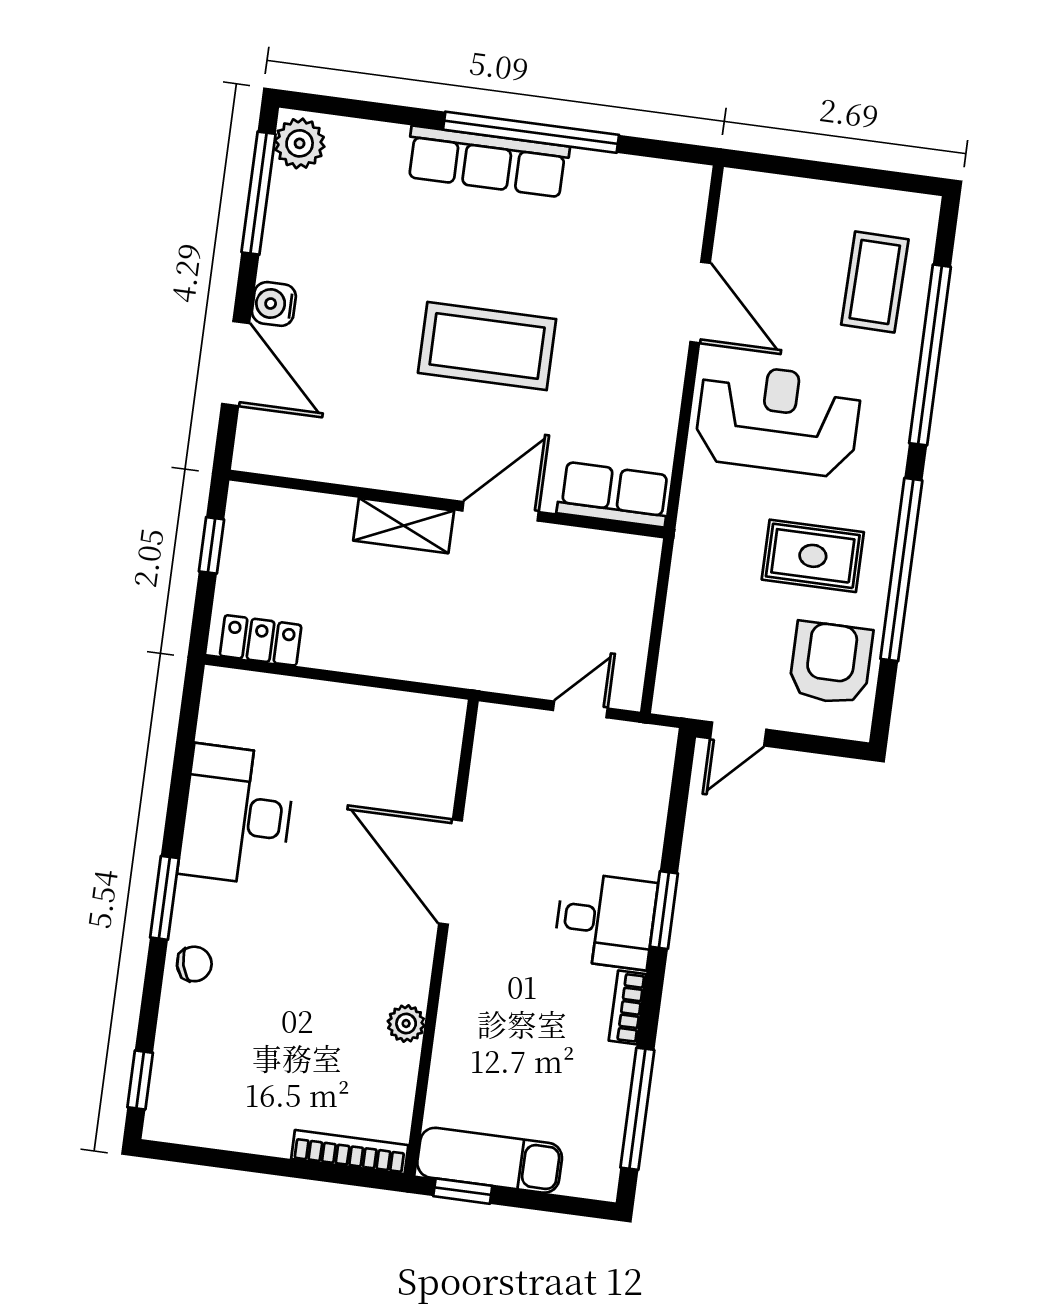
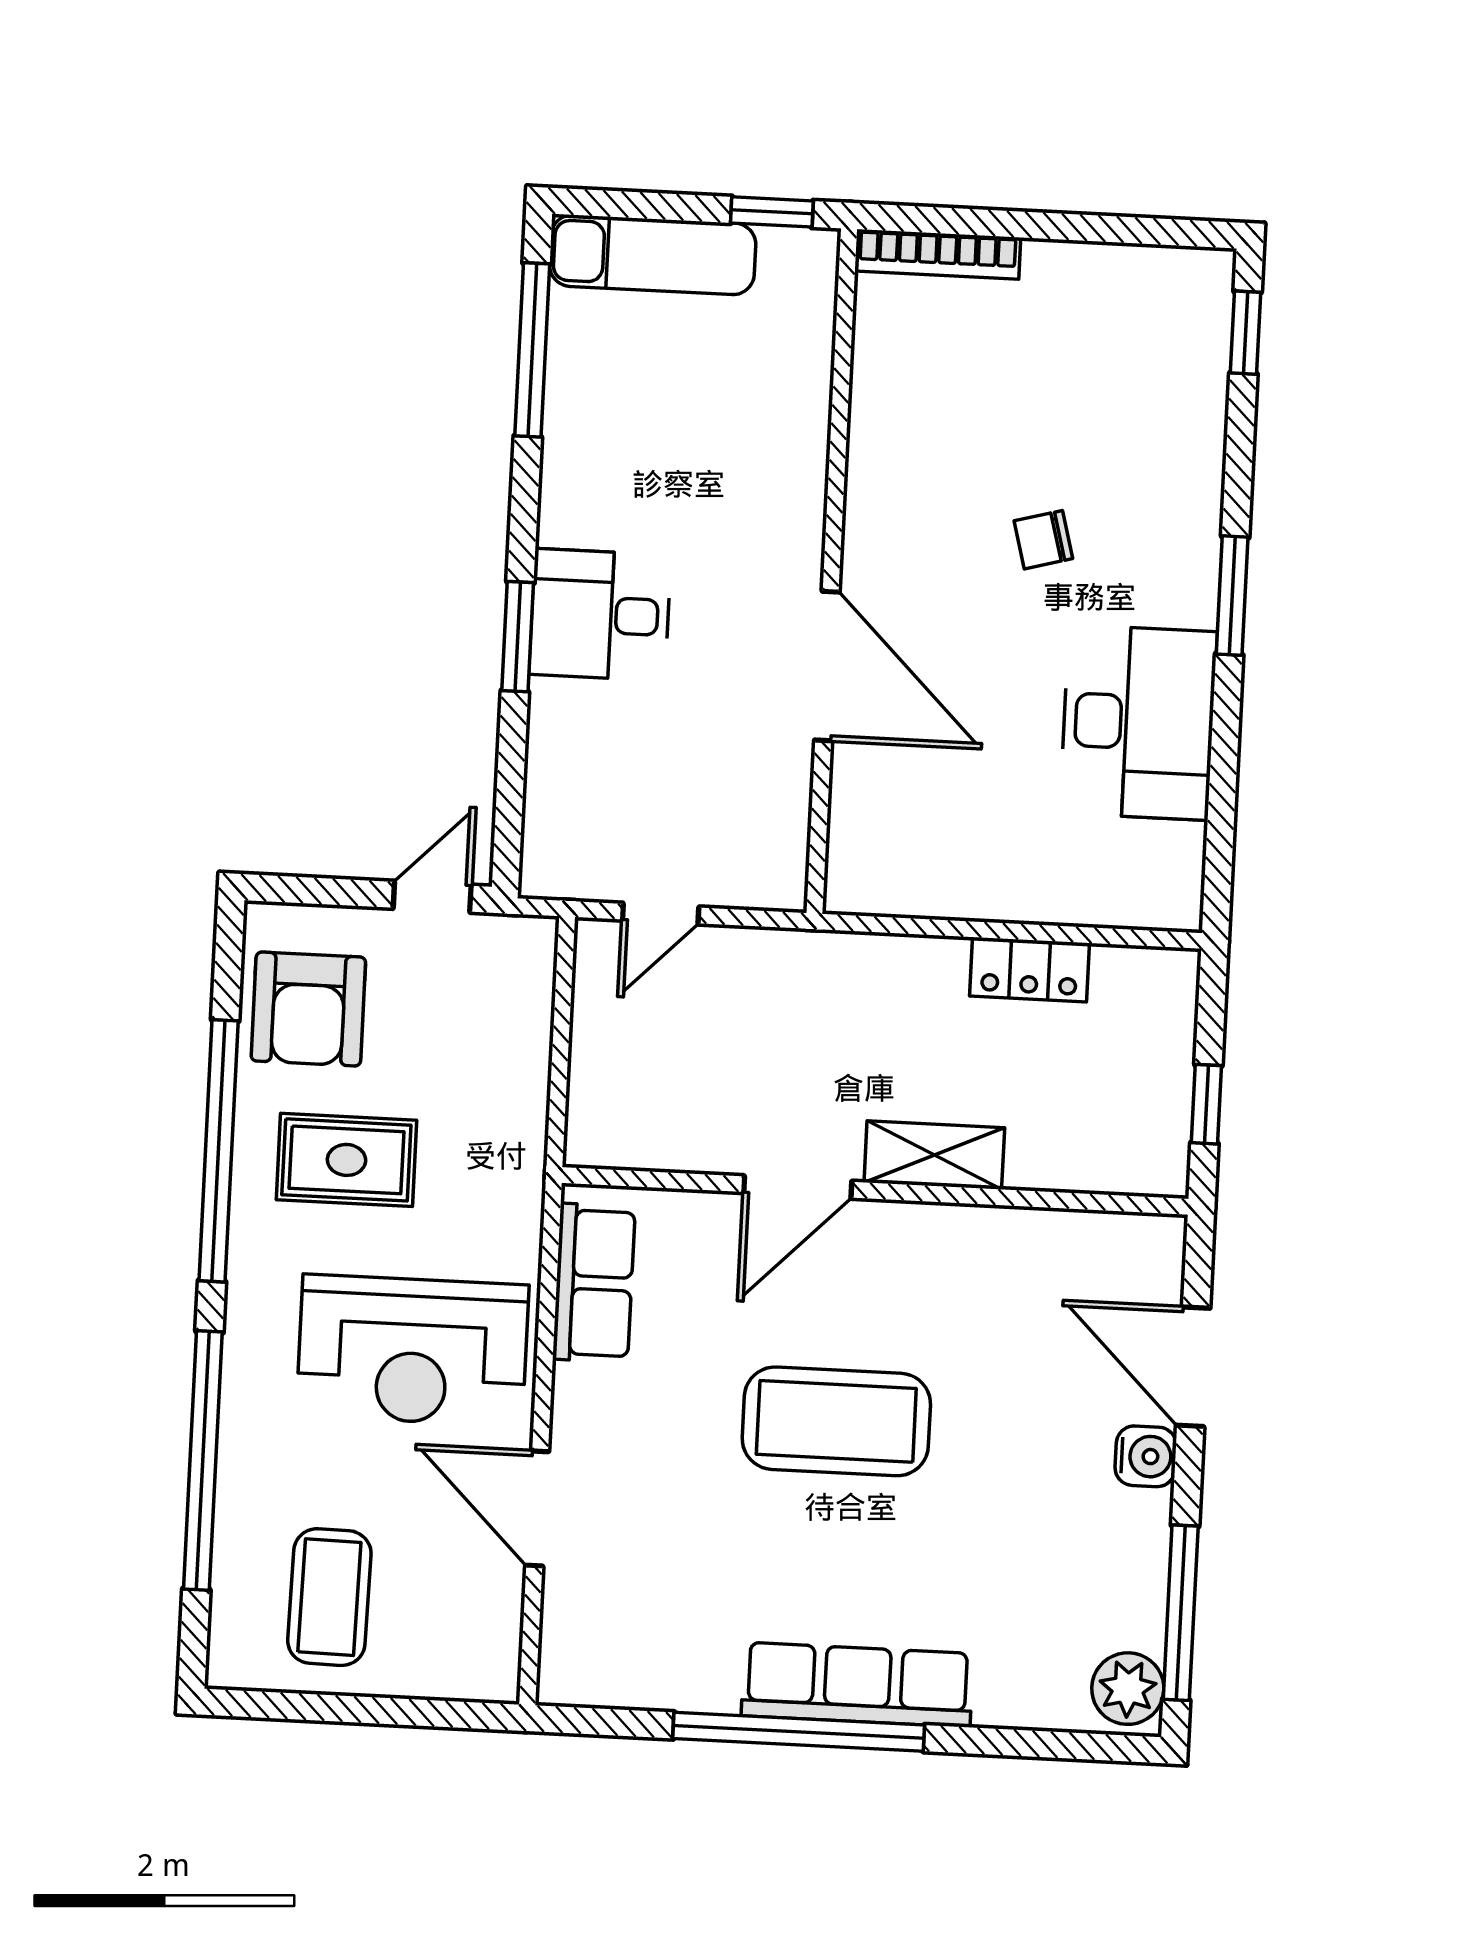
coffee table: (875, 282) -> (329, 1597), moved
row of seats: (614, 494) -> (594, 1283), moved, turned -90
locker: (261, 640) -> (1029, 970), moved
chair: (194, 964) -> (1043, 540), moved
bookcase: (627, 1007) -> (558, 493), removed
plant: (406, 1023) -> (872, 444), removed
exam couch: (490, 1160) -> (653, 255), moved

